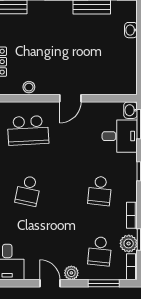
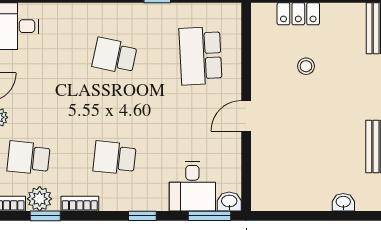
stool: (29, 87) -> (306, 66), moved
door: (70, 98) -> (246, 116), hinge flipped

